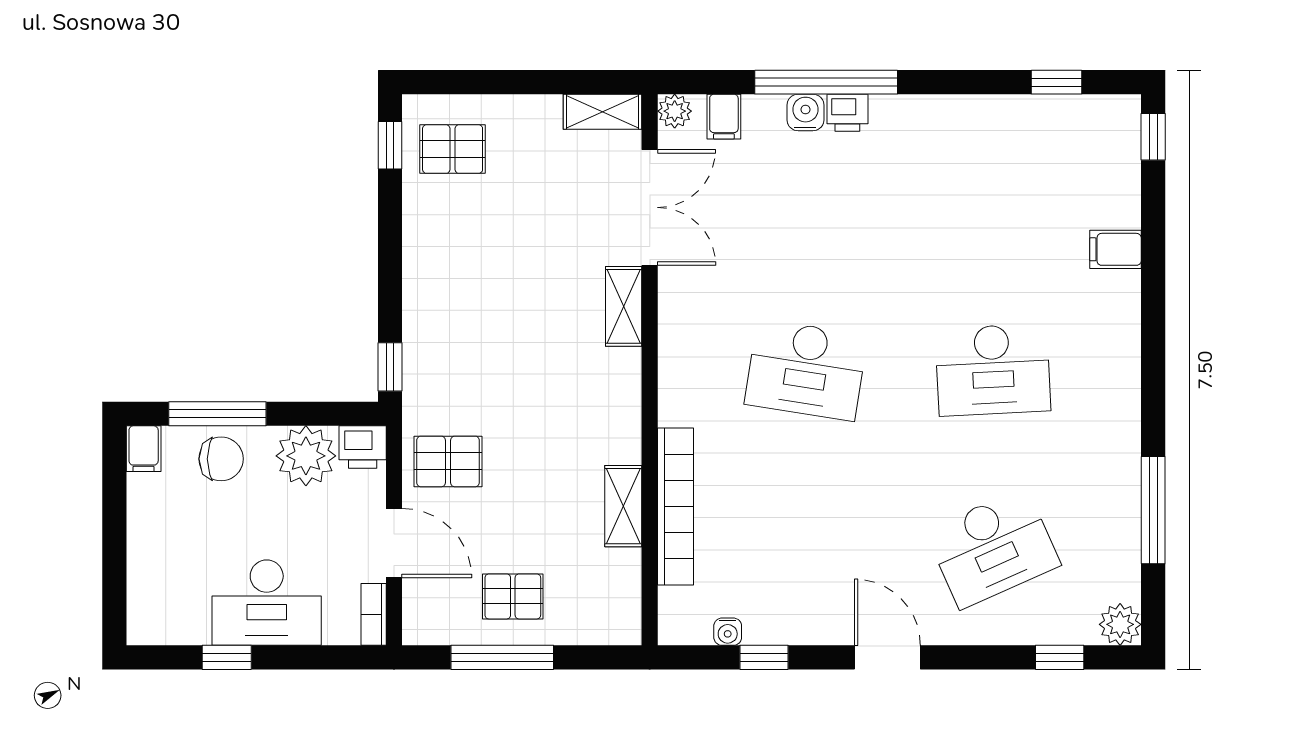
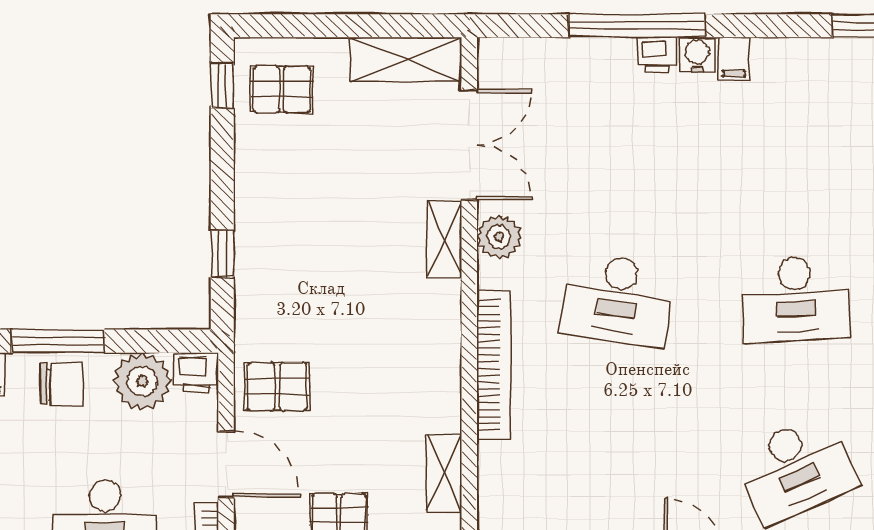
plant: (675, 111) -> (499, 237), moved, width x1.38, depth x1.38
shelving: (602, 112) -> (406, 59), width x1.50, depth x1.33
water cooler: (805, 112) -> (697, 55), moved
filing cabinet: (724, 117) -> (734, 58), moved
window: (390, 367) -> (222, 254), moved
shelving: (623, 506) -> (444, 473), moved
bookcase: (676, 506) -> (494, 365), moved

